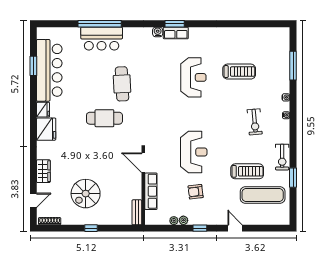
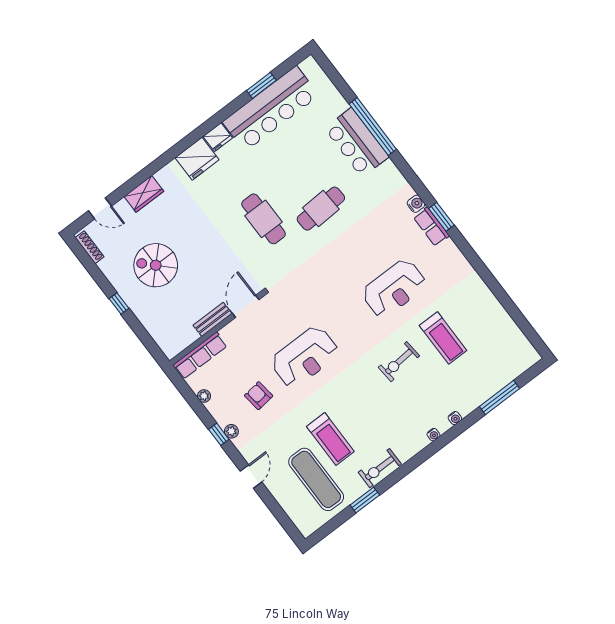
exercise bike: (255, 122) -> (399, 362), moved
row of seats: (151, 191) -> (200, 356), moved
bench: (137, 212) -> (212, 319), moved
plant: (183, 220) -> (231, 431), moved

